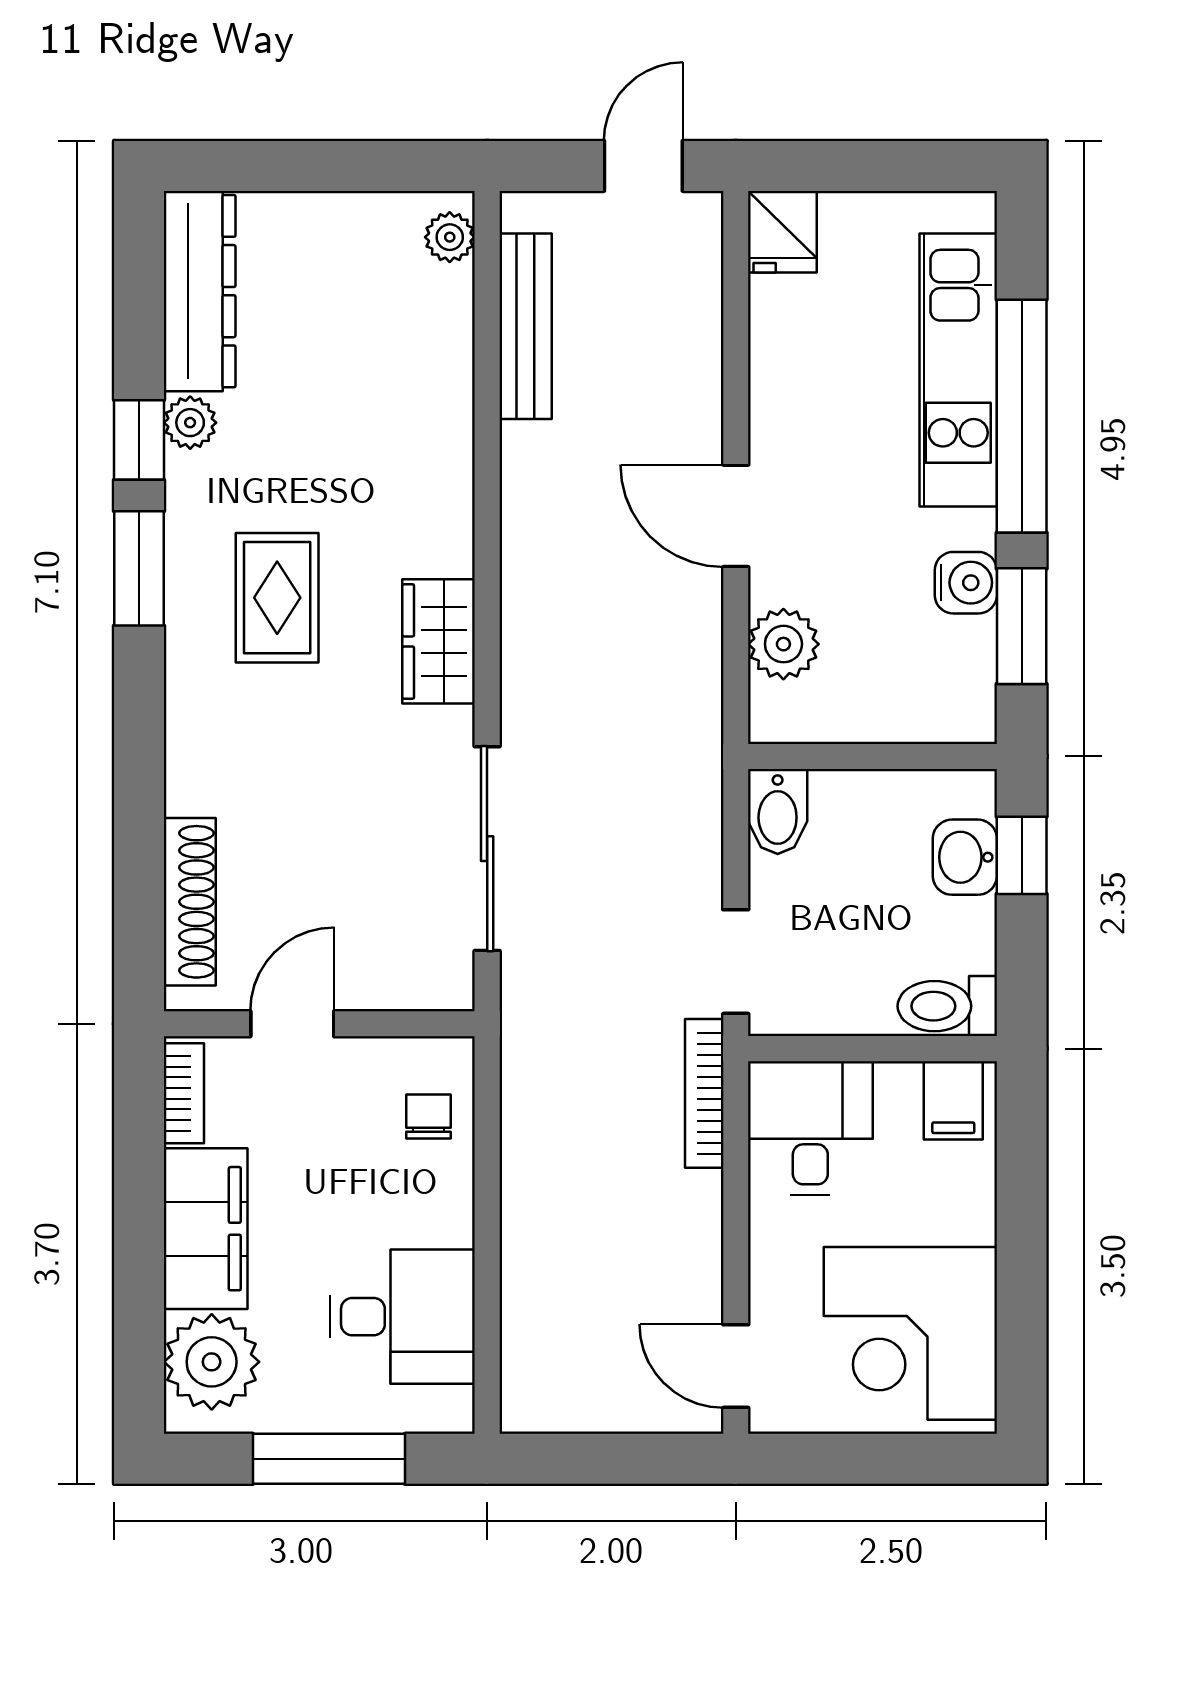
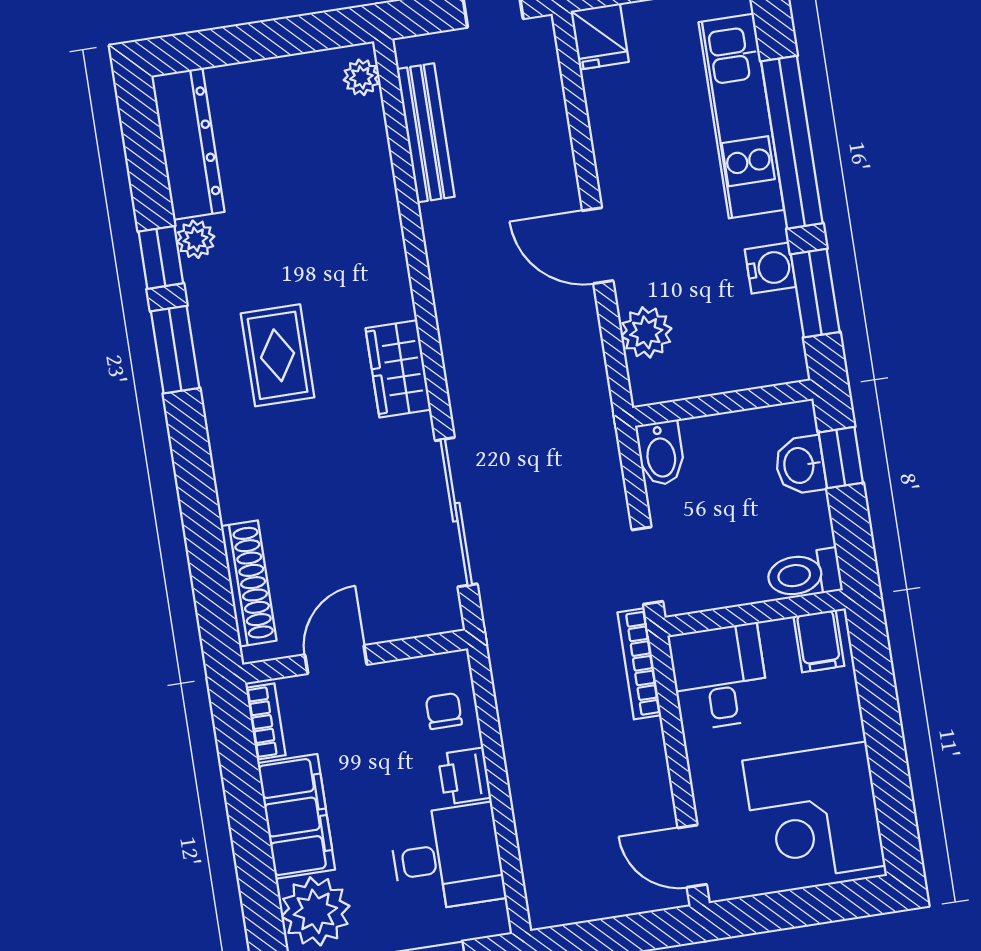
printer: (443, 1209) -> (464, 776), added

